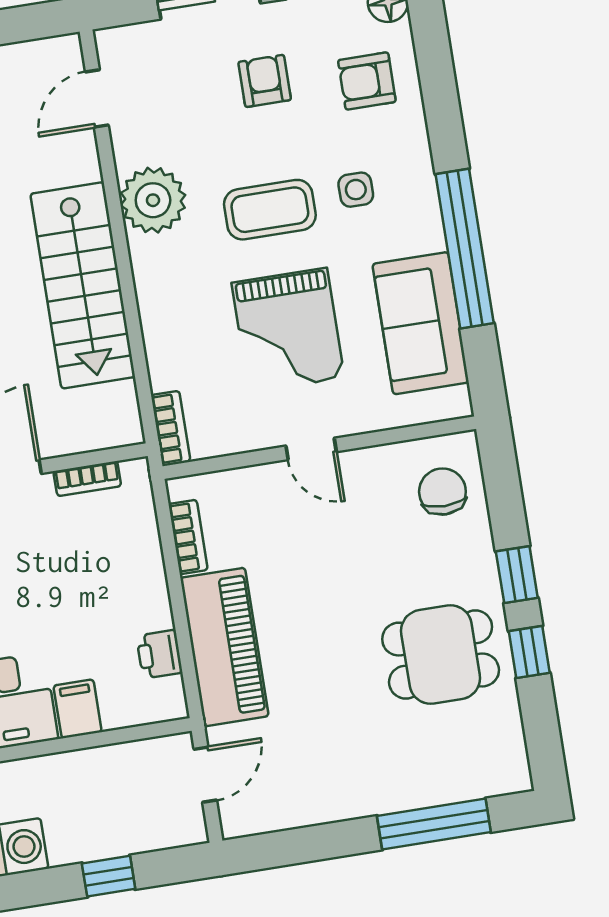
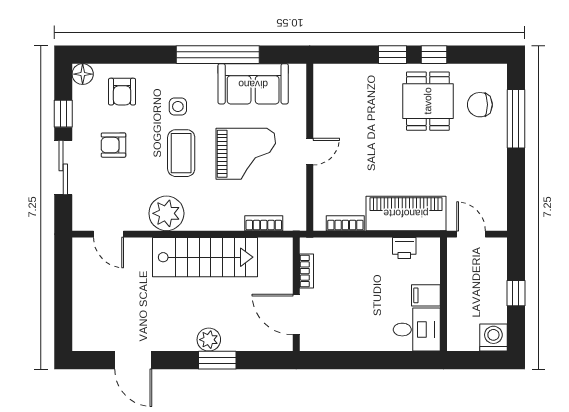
bookcase: (171, 428) -> (264, 223), moved
chair: (442, 492) -> (480, 105), moved

